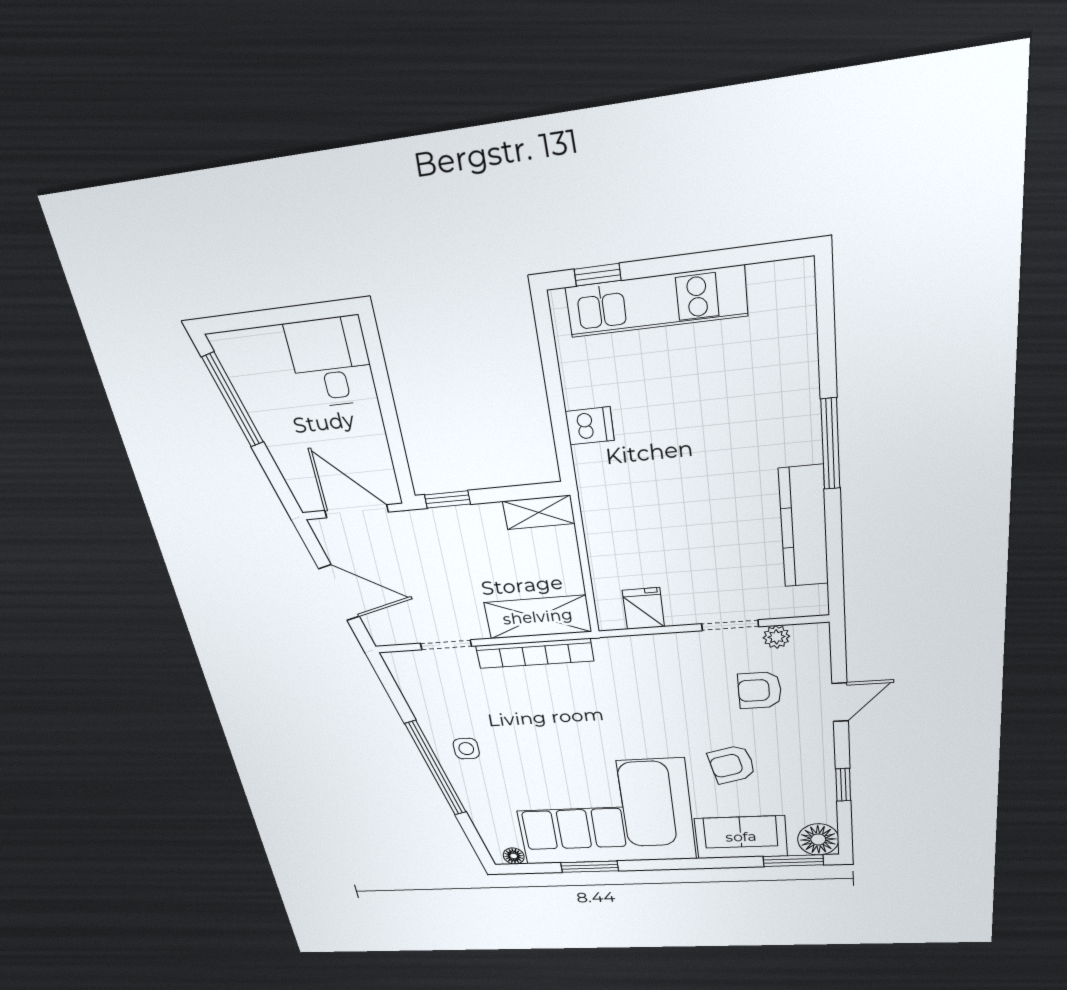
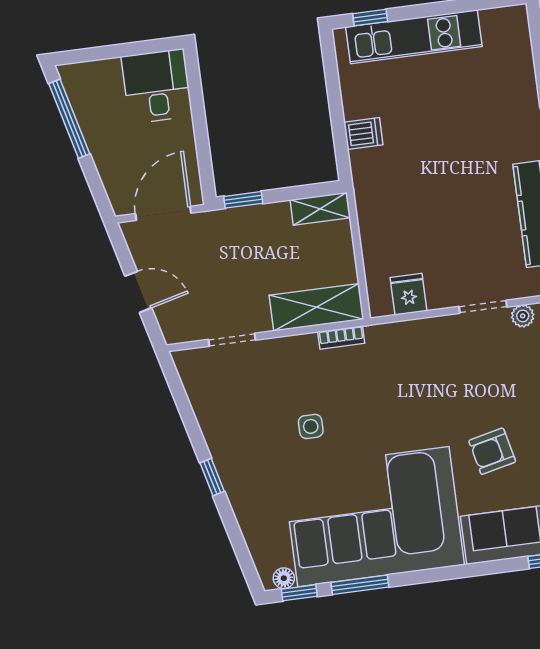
door: (357, 511) -> (163, 213), hinge flipped
door: (339, 593) -> (138, 292), width x0.73
bookcase: (534, 653) -> (341, 337), width x0.43, depth x0.76
armchair: (760, 690) -> (512, 370), removed
side table: (466, 749) -> (311, 426), moved
window: (436, 769) -> (212, 477), width x0.32
window: (529, 868) -> (299, 593), added

